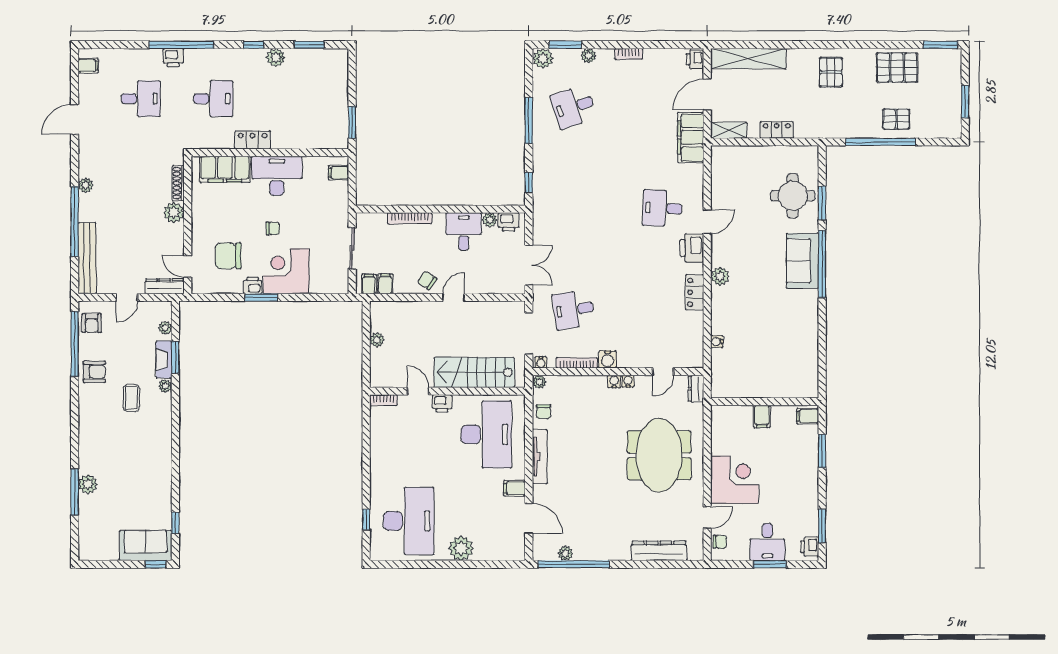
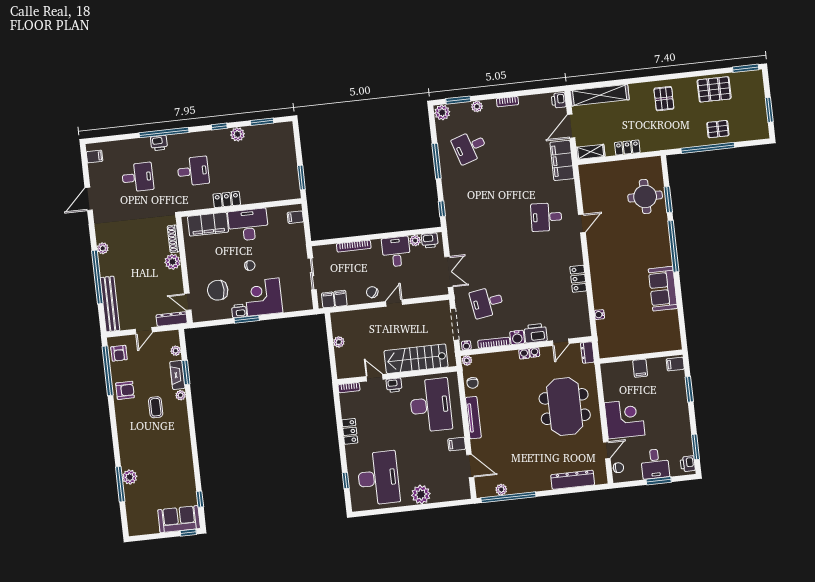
printer: (692, 248) -> (536, 333), moved, turned 90
sofa: (803, 261) -> (663, 289), moved
plant: (720, 276) -> (596, 264), removed
locker: (378, 457) -> (350, 431), added

